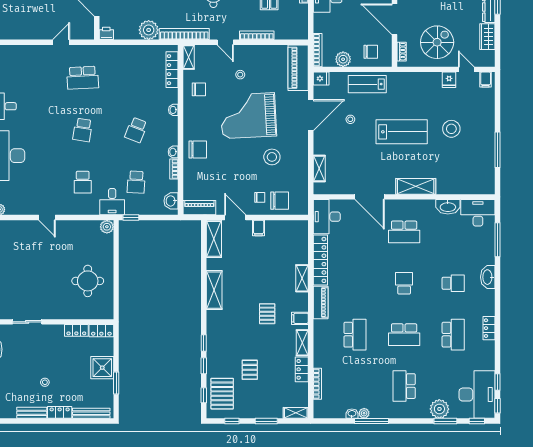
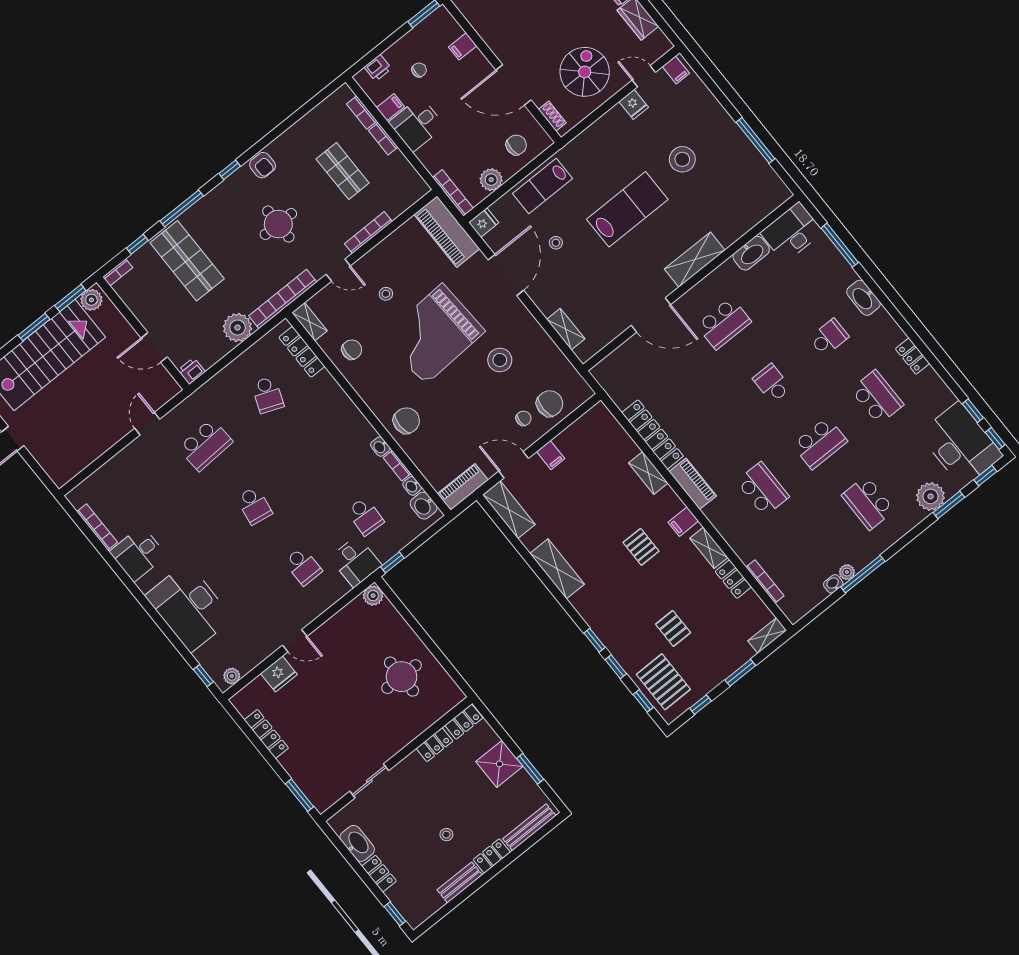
washbasin: (173, 110) -> (412, 486), moved
school desk: (136, 130) -> (268, 395), moved
desk: (327, 217) -> (619, 378), removed
fridge: (25, 228) -> (279, 674), added

